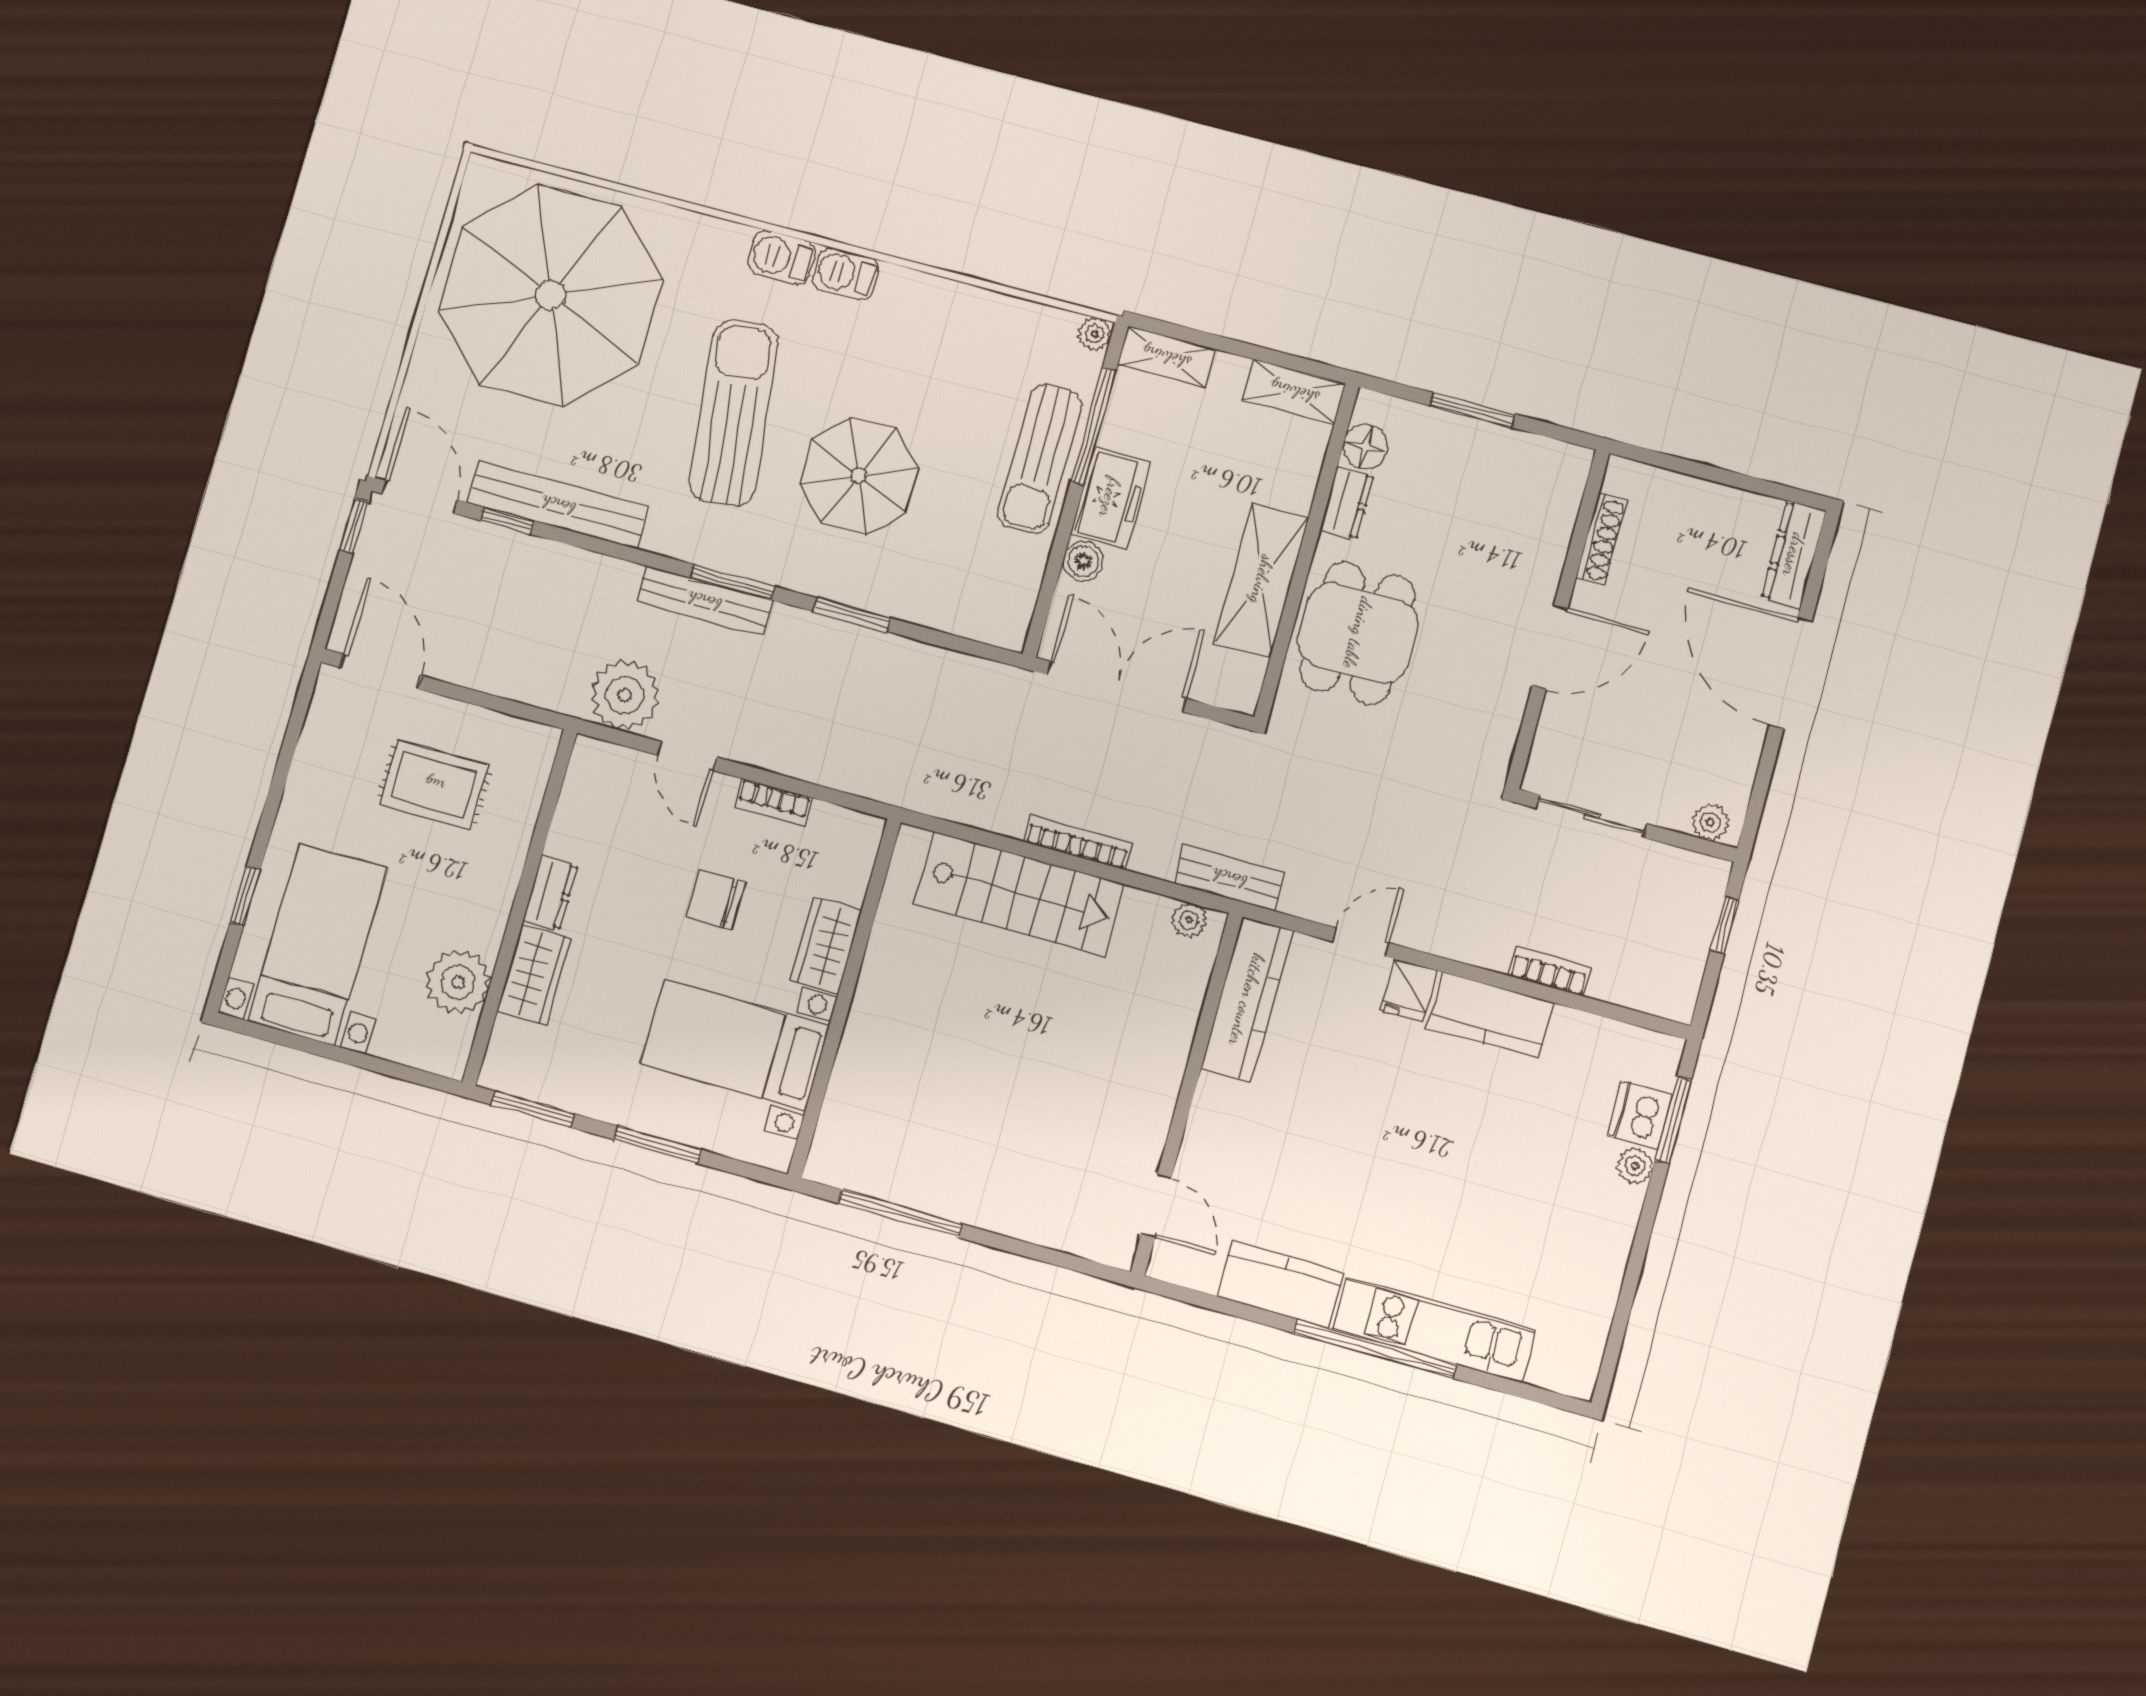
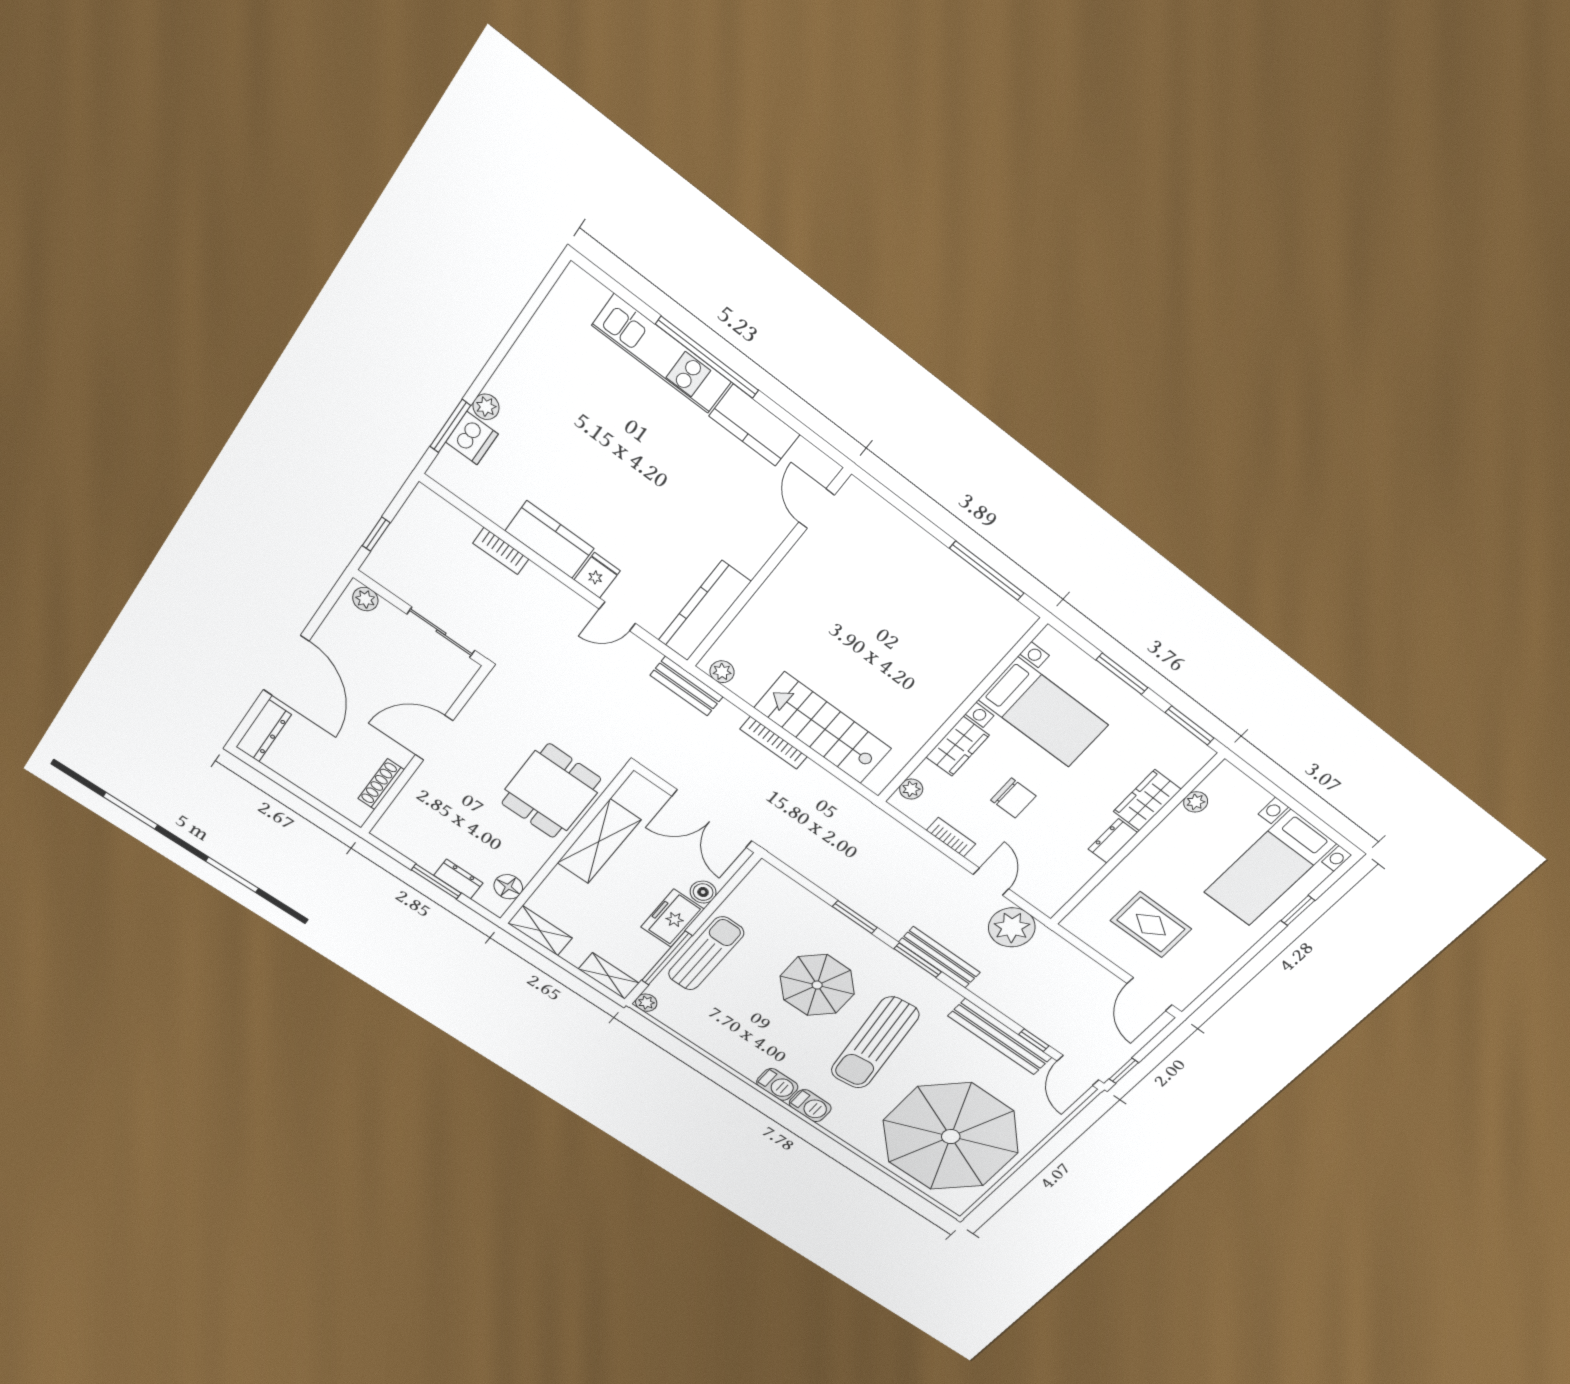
dresser: (1347, 503) -> (458, 879), moved, turned 90
plant: (861, 853) -> (911, 789), added
plant: (458, 982) -> (1196, 802), width x0.53, depth x0.53

